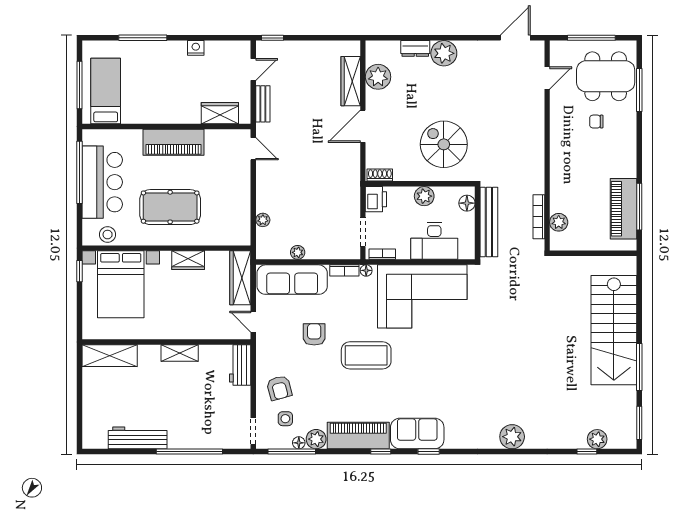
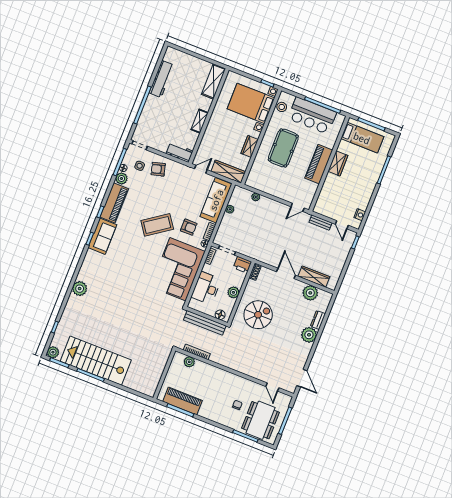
nightstand: (196, 48) -> (360, 215), moved
wardrobe: (220, 113) -> (338, 163), moved
stairs: (614, 330) -> (96, 361), moved
armchair: (314, 334) -> (189, 227), moved
coffee table: (366, 355) -> (157, 225), turned 55
plant: (597, 439) -> (53, 352), moved

